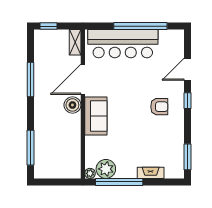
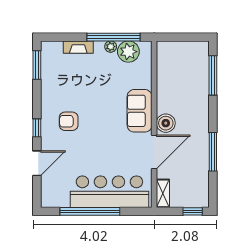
plant: (90, 173) -> (111, 47), moved

